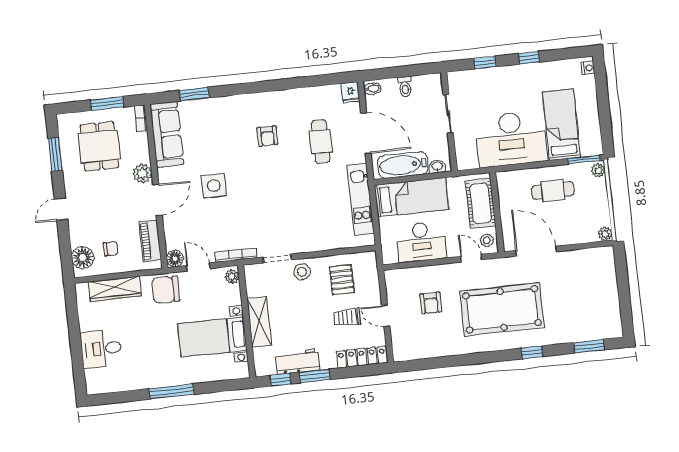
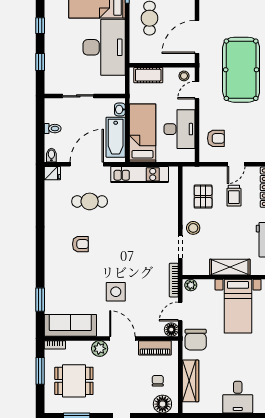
cot: (481, 203) -> (148, 75), width x0.73, depth x0.75
pallet: (342, 280) -> (203, 197), turned 90
armchair: (431, 303) -> (216, 138), moved

